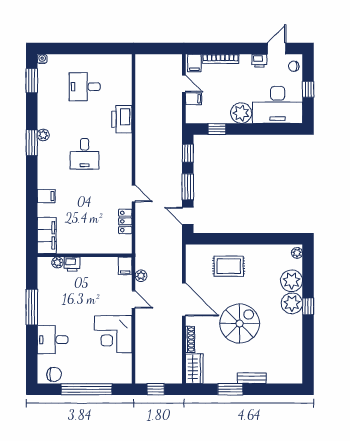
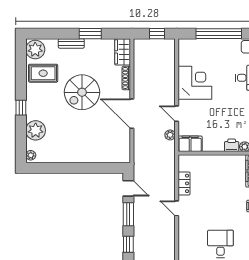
filing cabinet: (125, 266) -> (190, 144), width x2.00
rug: (229, 266) -> (43, 73), moved
plant: (292, 303) -> (35, 50), moved

